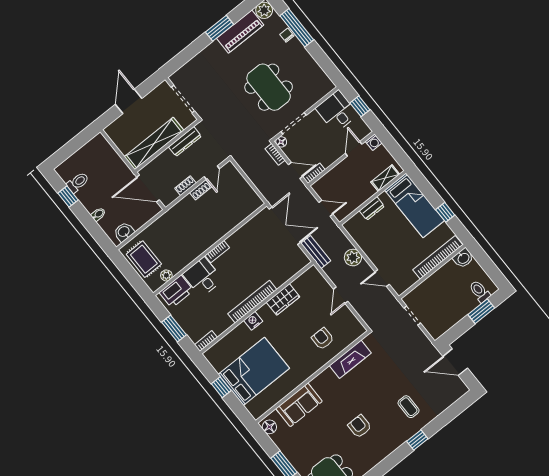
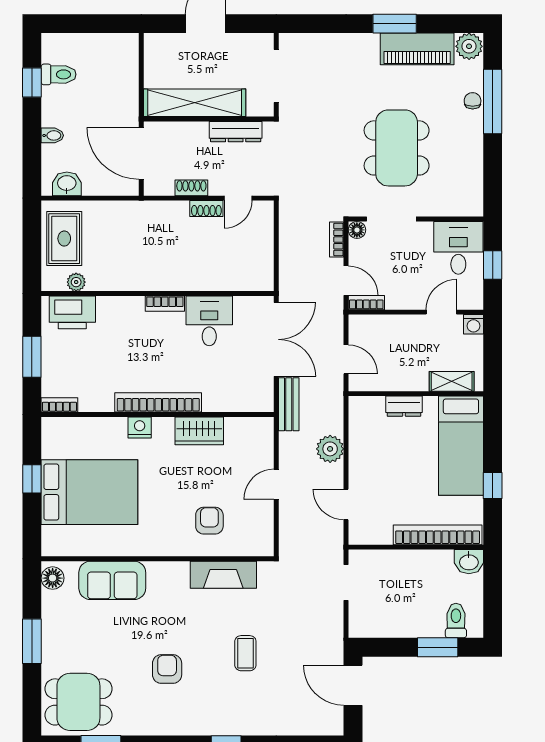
desk: (203, 277) -> (209, 321), moved
coffee table: (409, 407) -> (245, 653), moved

